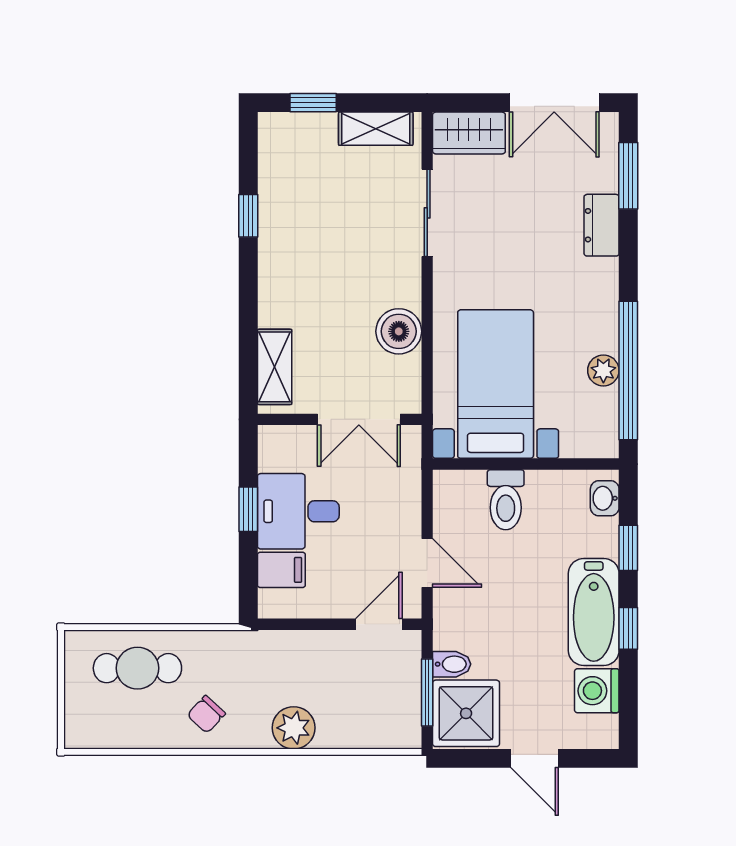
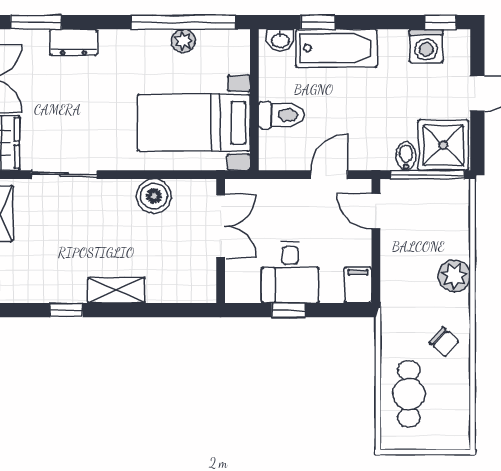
shelving: (275, 367) -> (116, 290), moved
filing cabinet: (281, 570) -> (358, 285), moved
bathtub: (594, 612) -> (337, 48), moved
window: (628, 628) -> (440, 22), moved
window: (427, 693) -> (427, 175), width x1.44

